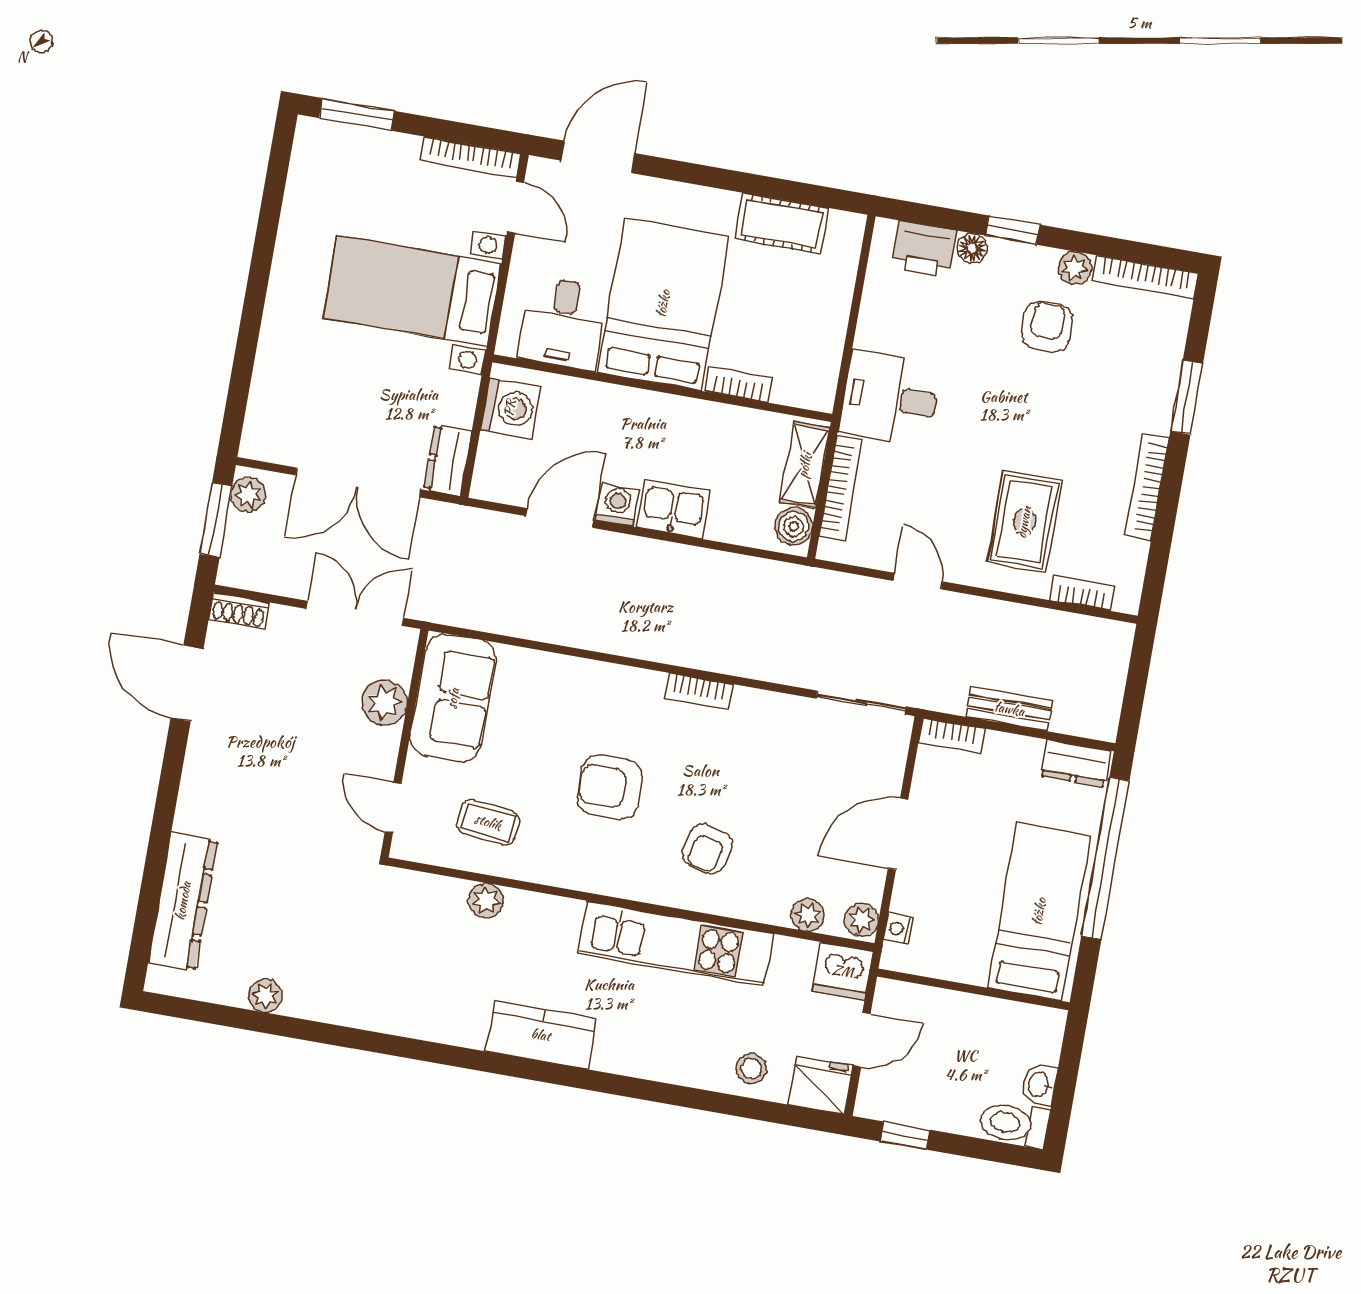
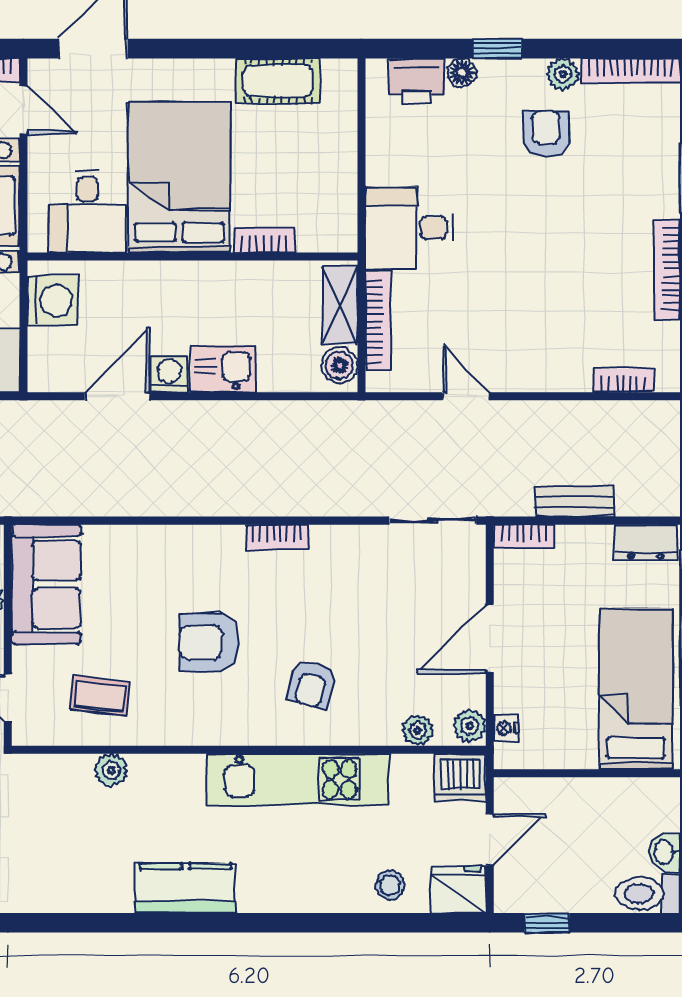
rug: (1024, 522) -> (557, 322), removed

